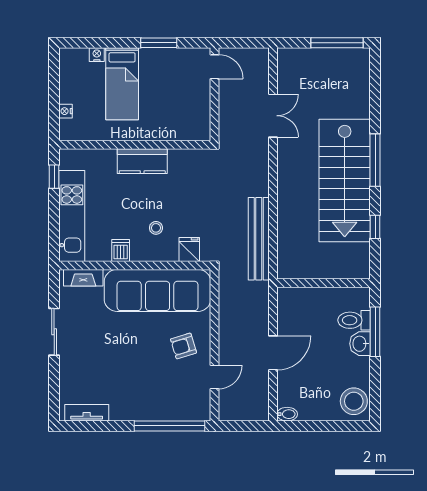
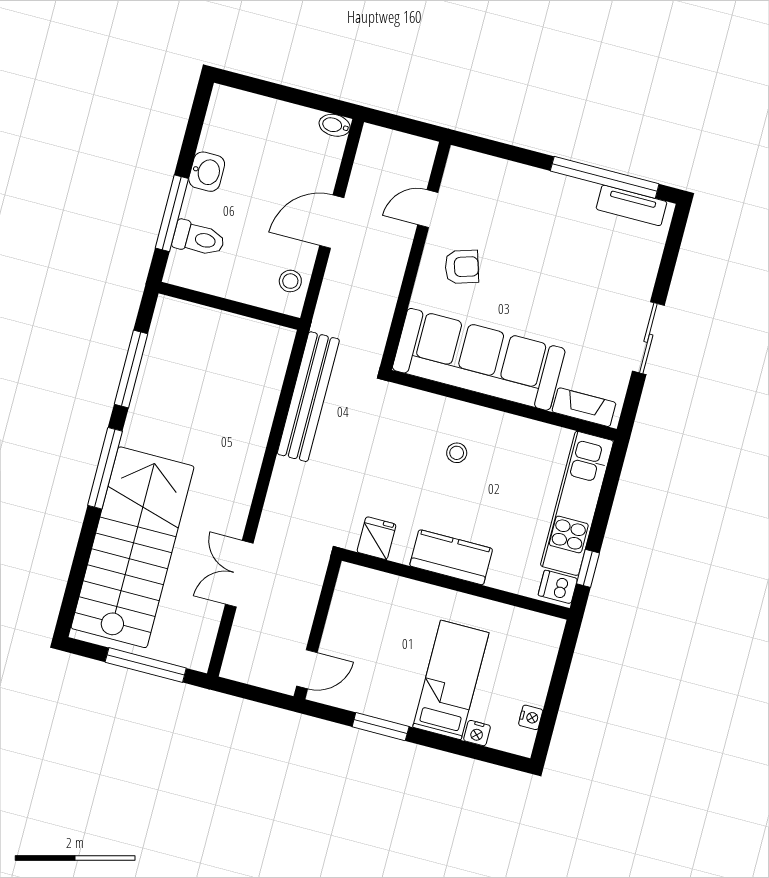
window: (337, 43) -> (146, 665), moved
door: (215, 67) -> (307, 669), swing flipped
nightstand: (66, 111) -> (531, 717), moved
stairs: (345, 180) -> (133, 547), moved
window: (375, 227) -> (131, 369), width x2.17
fridge: (189, 249) -> (376, 538), moved, turned 180
dishwasher: (121, 250) -> (558, 587), moved, turned 90
washbasin: (360, 344) -> (207, 172), moved
stool: (354, 401) -> (290, 281), moved, width x0.53, depth x0.53
window: (169, 426) -> (605, 177), moved

